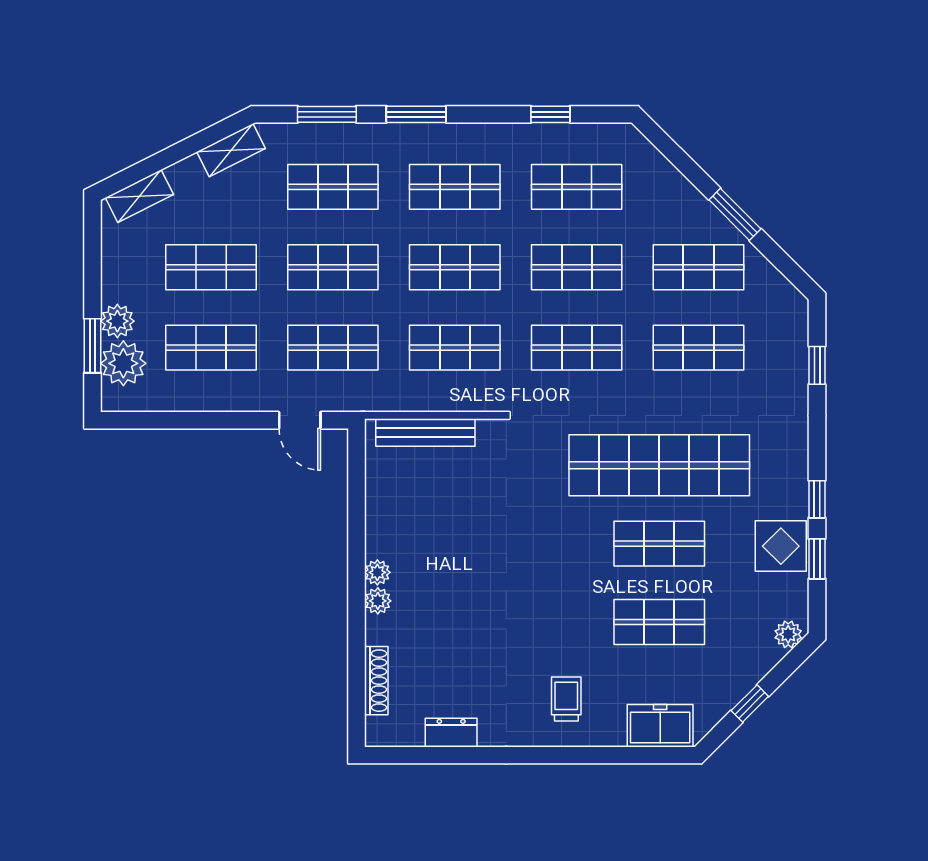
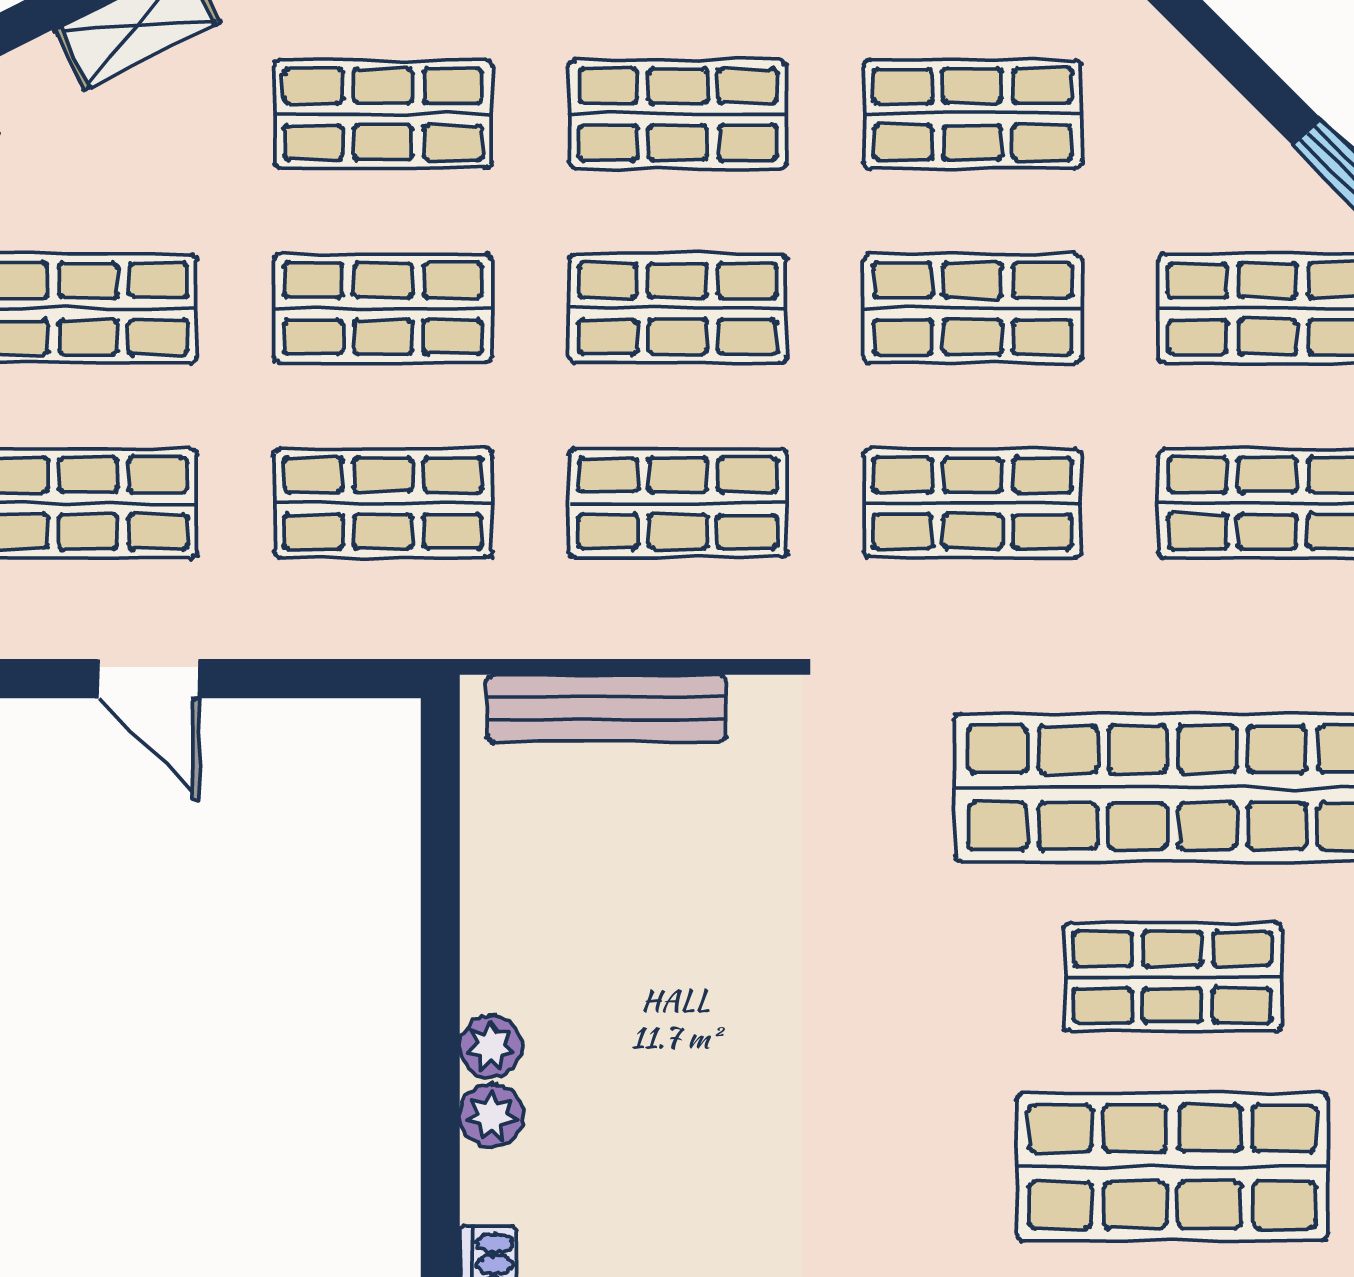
door: (300, 420) -> (148, 679), moved
shop shelf: (659, 622) -> (1172, 1167), width x1.43, depth x1.36

